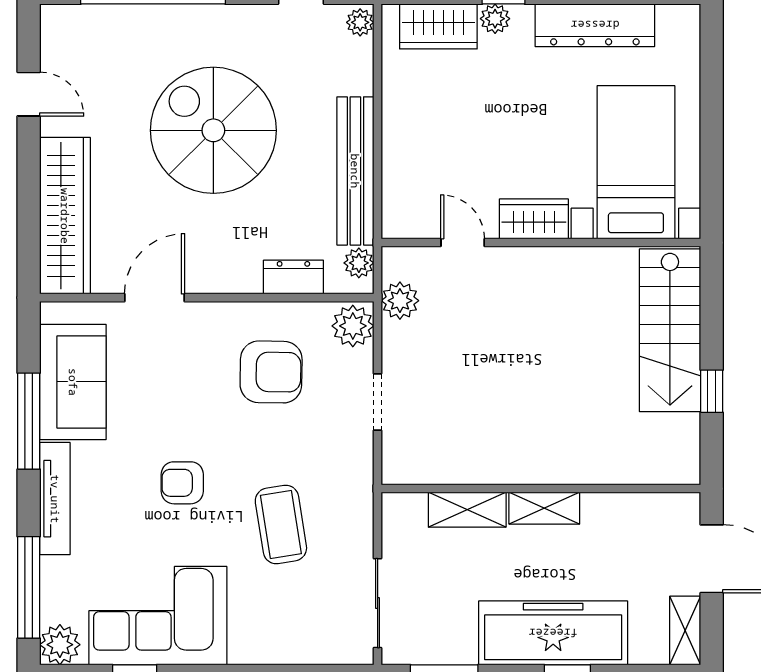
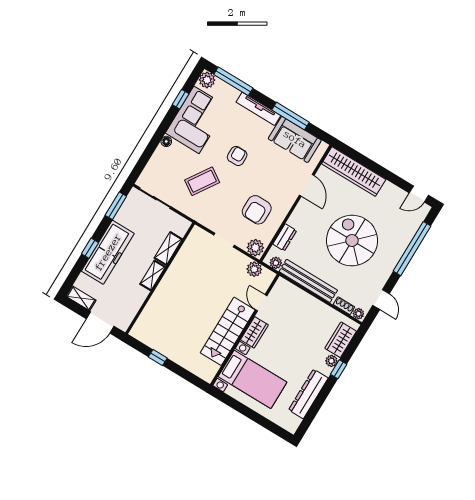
shoe rack: (362, 63) -> (344, 306), added
door: (29, 94) -> (419, 194), moved
spiral stairs: (213, 130) -> (352, 241), turned -90
door: (463, 243) -> (261, 303), swing flipped
stairs: (670, 330) -> (228, 331), moved, turned -90
coffee table: (281, 524) -> (202, 181), turned -48
floor lamp: (243, 652) -> (166, 141), added

